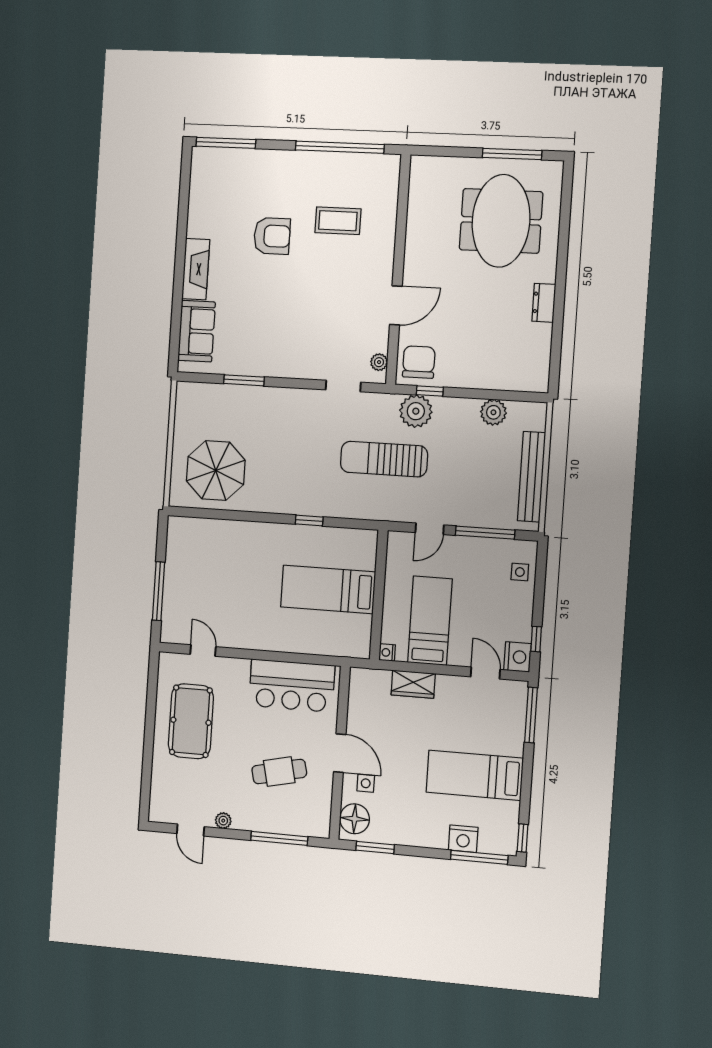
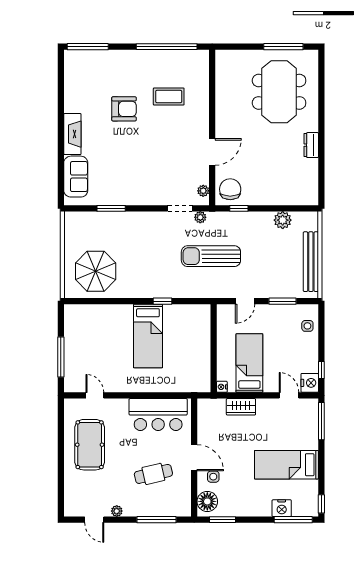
plant: (416, 411) -> (200, 217), moved, width x0.53, depth x0.53
window: (485, 533) -> (283, 301), width x0.69
bed: (328, 589) -> (148, 336), moved, turned -90

